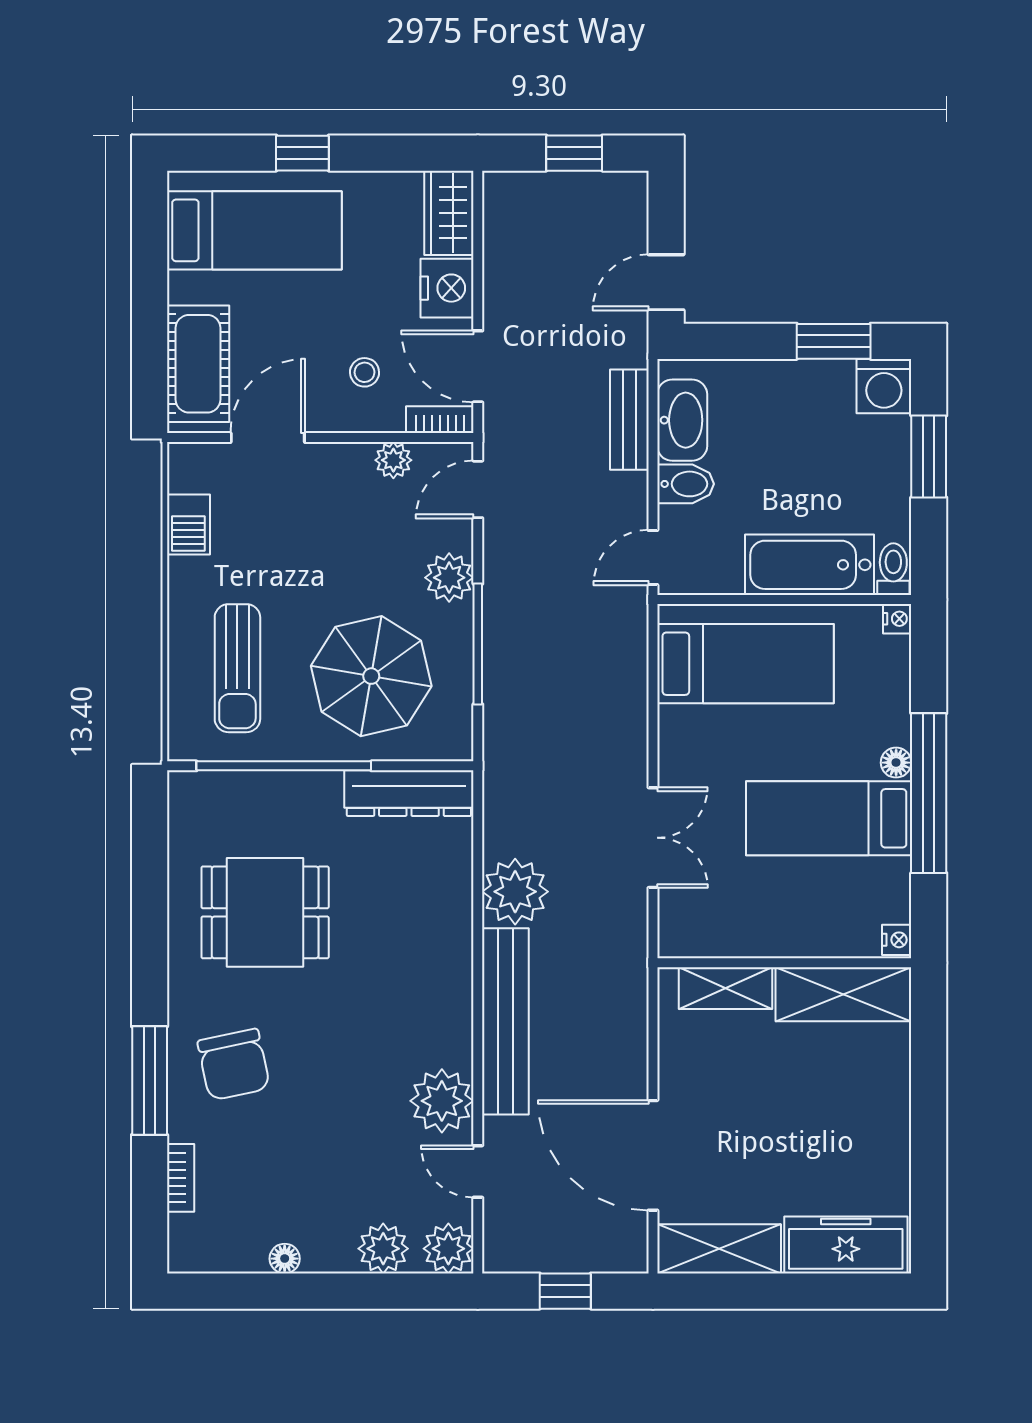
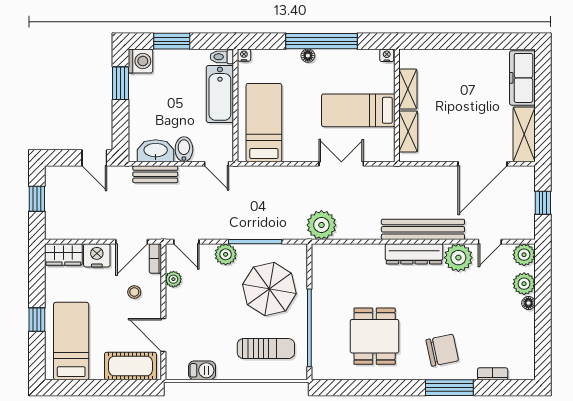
dresser: (409, 793) -> (414, 254), moved, turned 90
bed: (829, 818) -> (358, 110), moved, turned 90
plant: (515, 892) -> (321, 225), moved
shelving: (843, 994) -> (408, 89), width x0.67, depth x0.75
floor lamp: (285, 1259) -> (528, 303), moved

